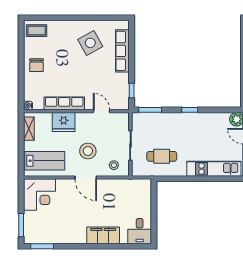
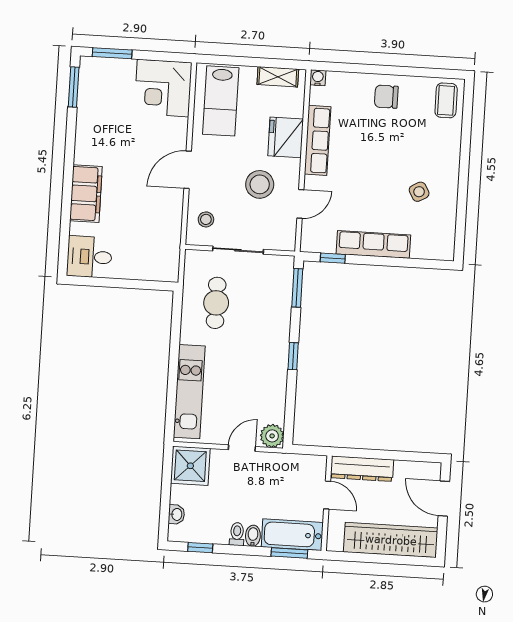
side table: (90, 43) -> (419, 192), width x0.54, depth x0.54
row of seats: (122, 51) -> (373, 244), moved
stool: (88, 151) -> (260, 184), moved

